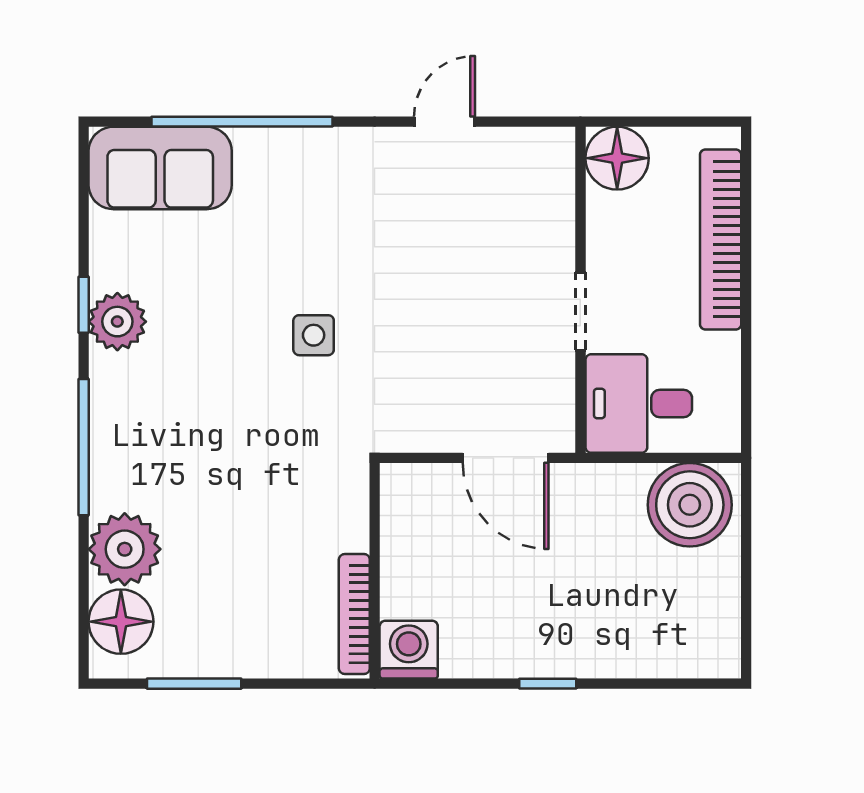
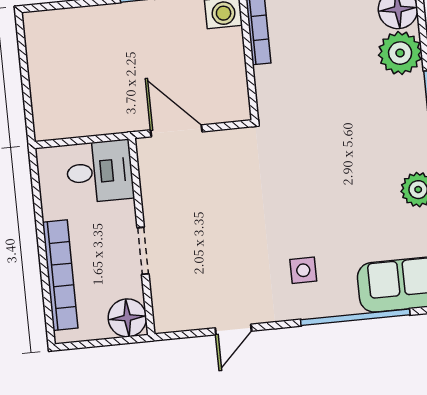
doorway: (580, 311) -> (143, 251), moved
side table: (314, 335) -> (303, 270), moved
boiler: (690, 505) -> (63, 114), removed

